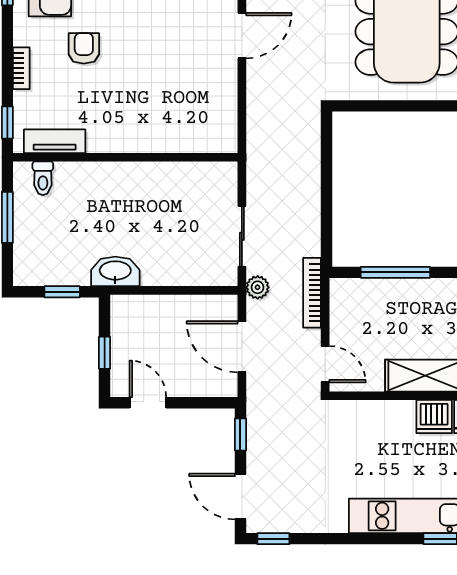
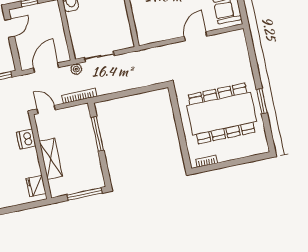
door: (242, 36) -> (196, 36), swing flipped
door: (325, 364) -> (46, 109), swing flipped
dishwasher: (434, 417) -> (26, 139), moved

